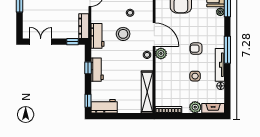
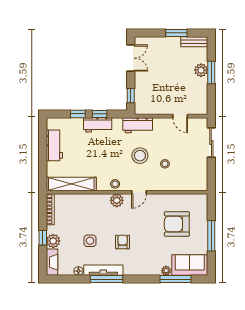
dresser: (84, 26) -> (149, 109), removed
door: (154, 35) -> (139, 192), width x0.53
window: (227, 50) -> (107, 279), moved
window: (88, 101) -> (78, 114), moved
workbench: (104, 106) -> (54, 145), moved
window: (192, 116) -> (43, 238), added

